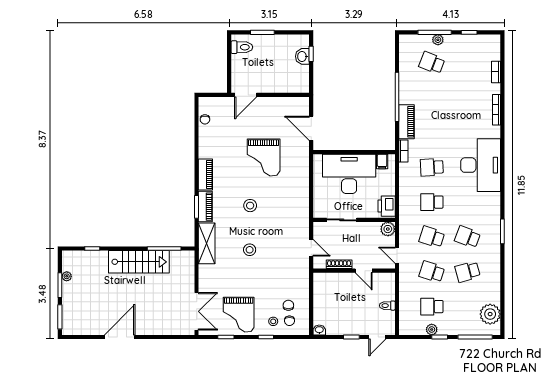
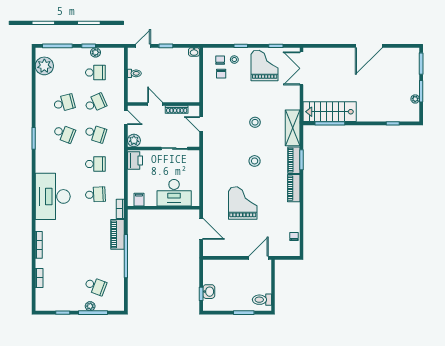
desk: (349, 174) -> (174, 193), width x0.73, depth x0.77
stairs: (139, 262) -> (330, 112), moved
school desk: (432, 272) -> (95, 103), turned -42

